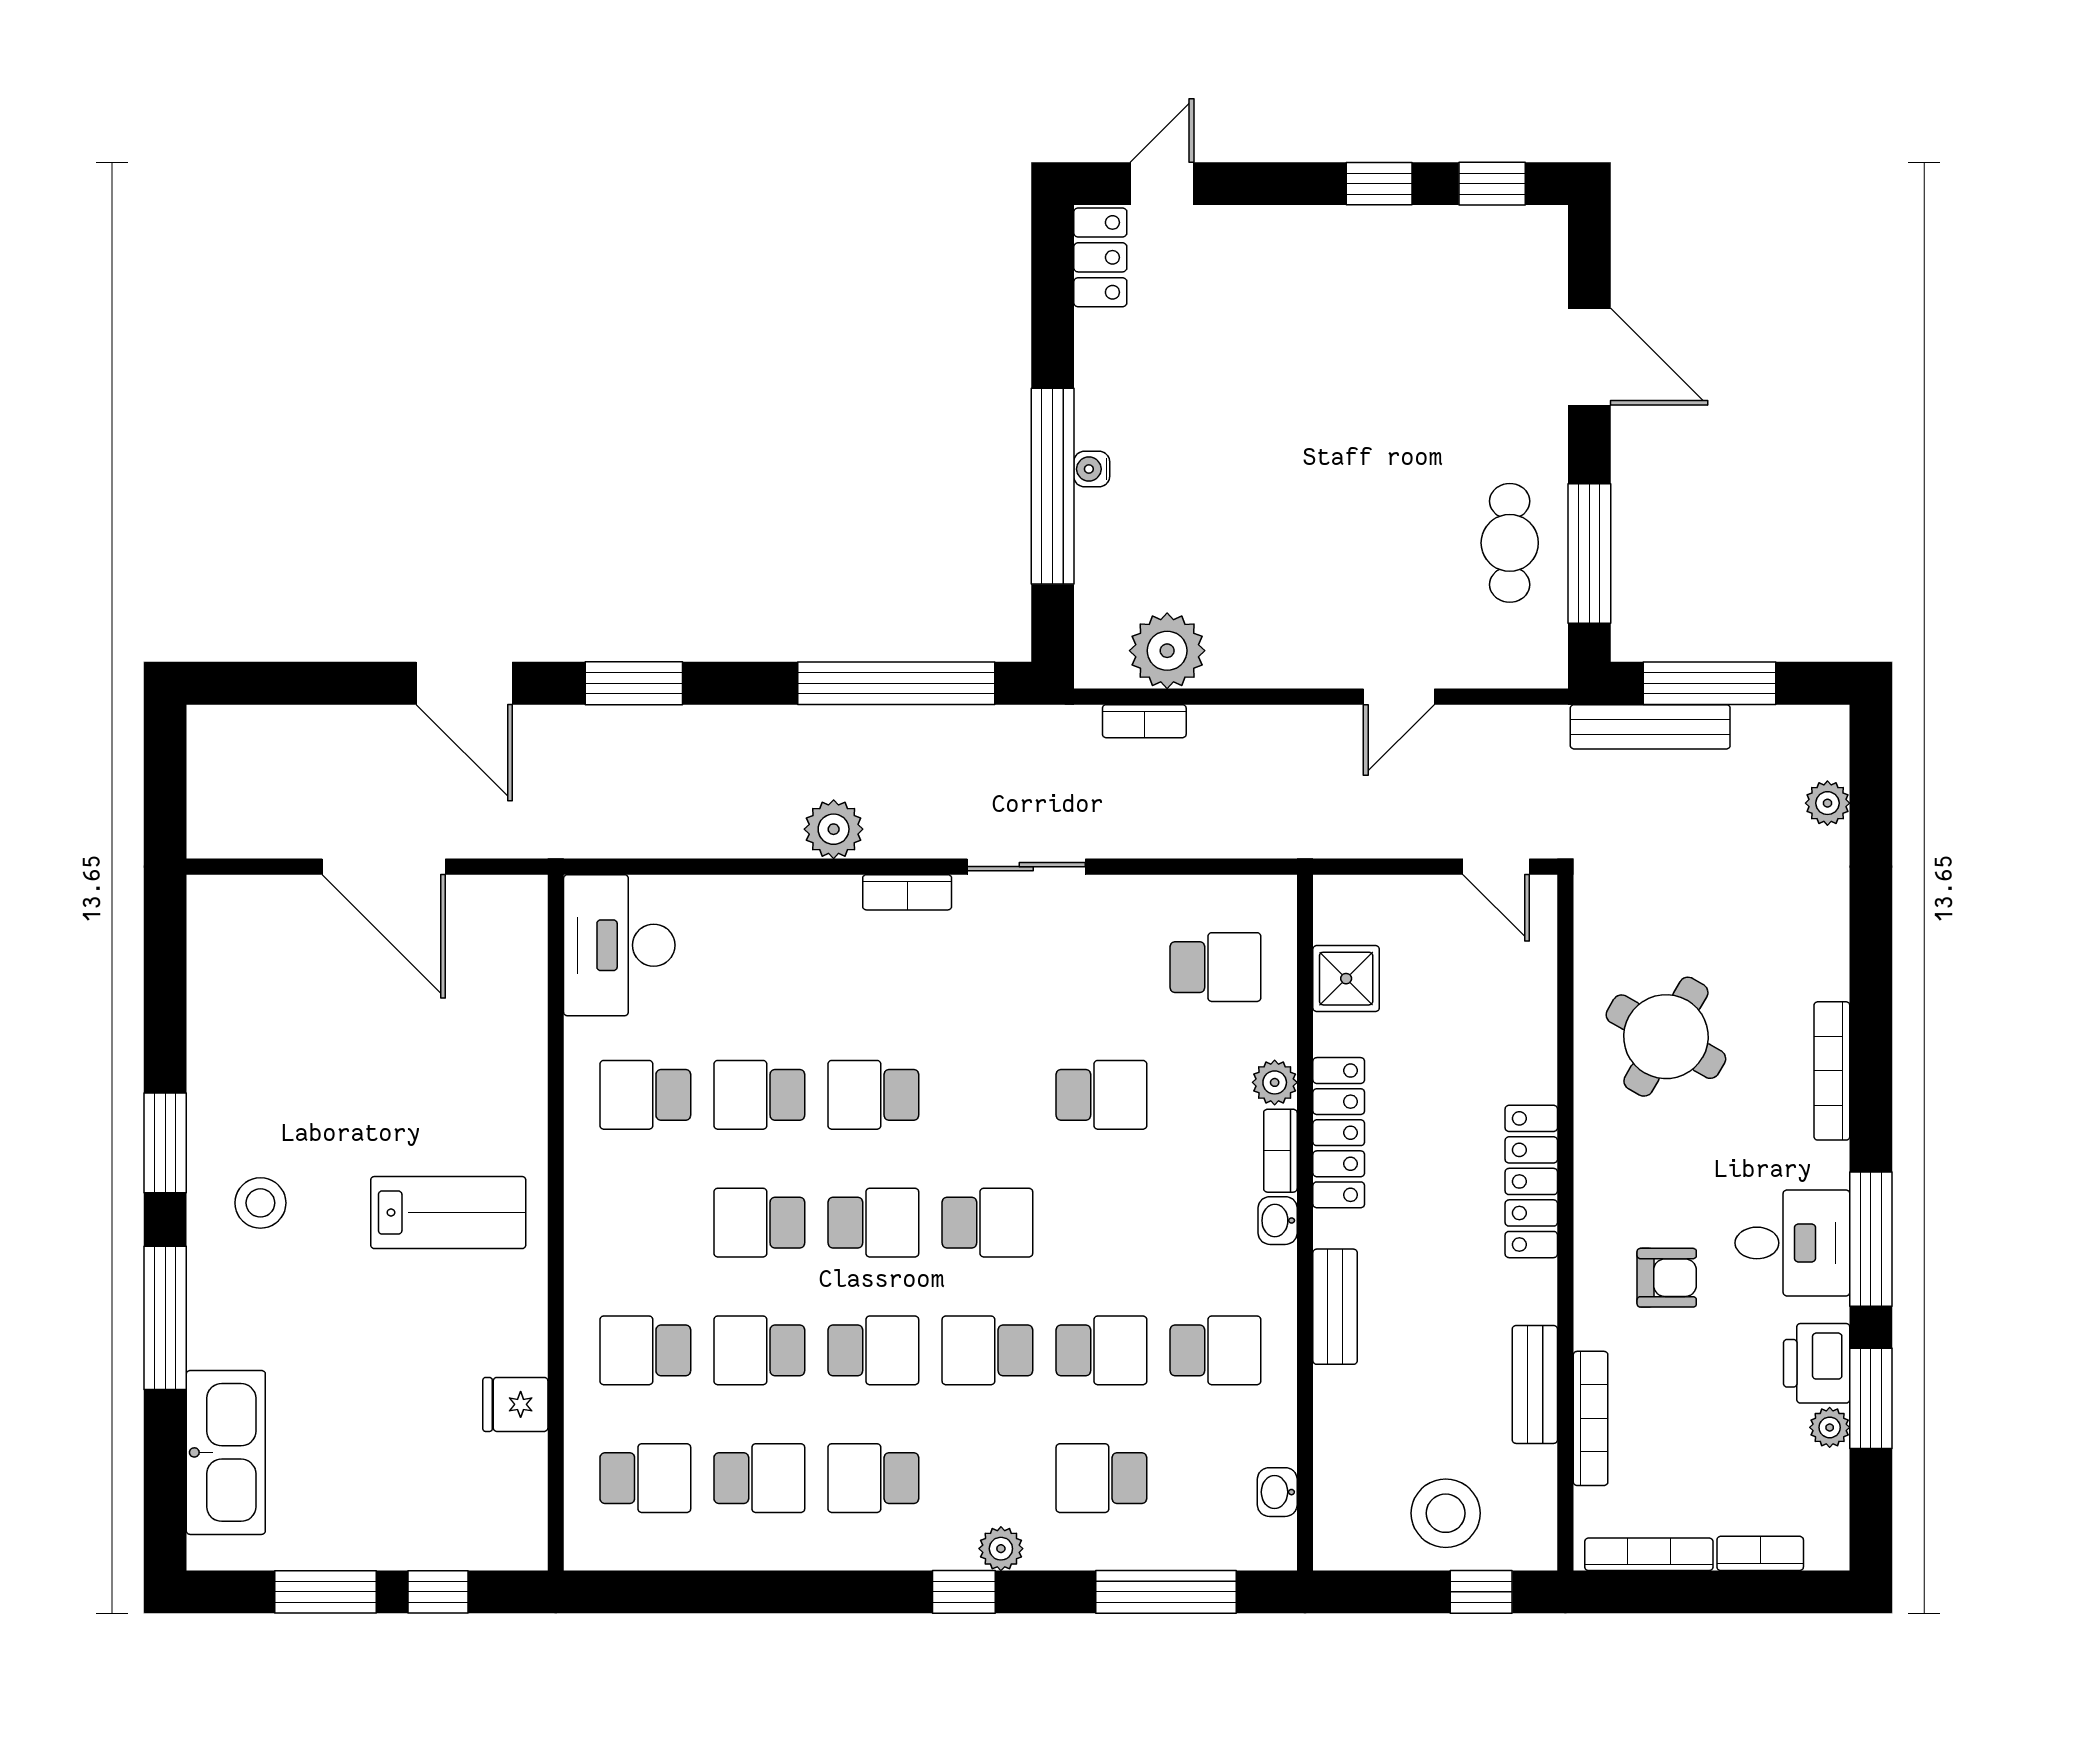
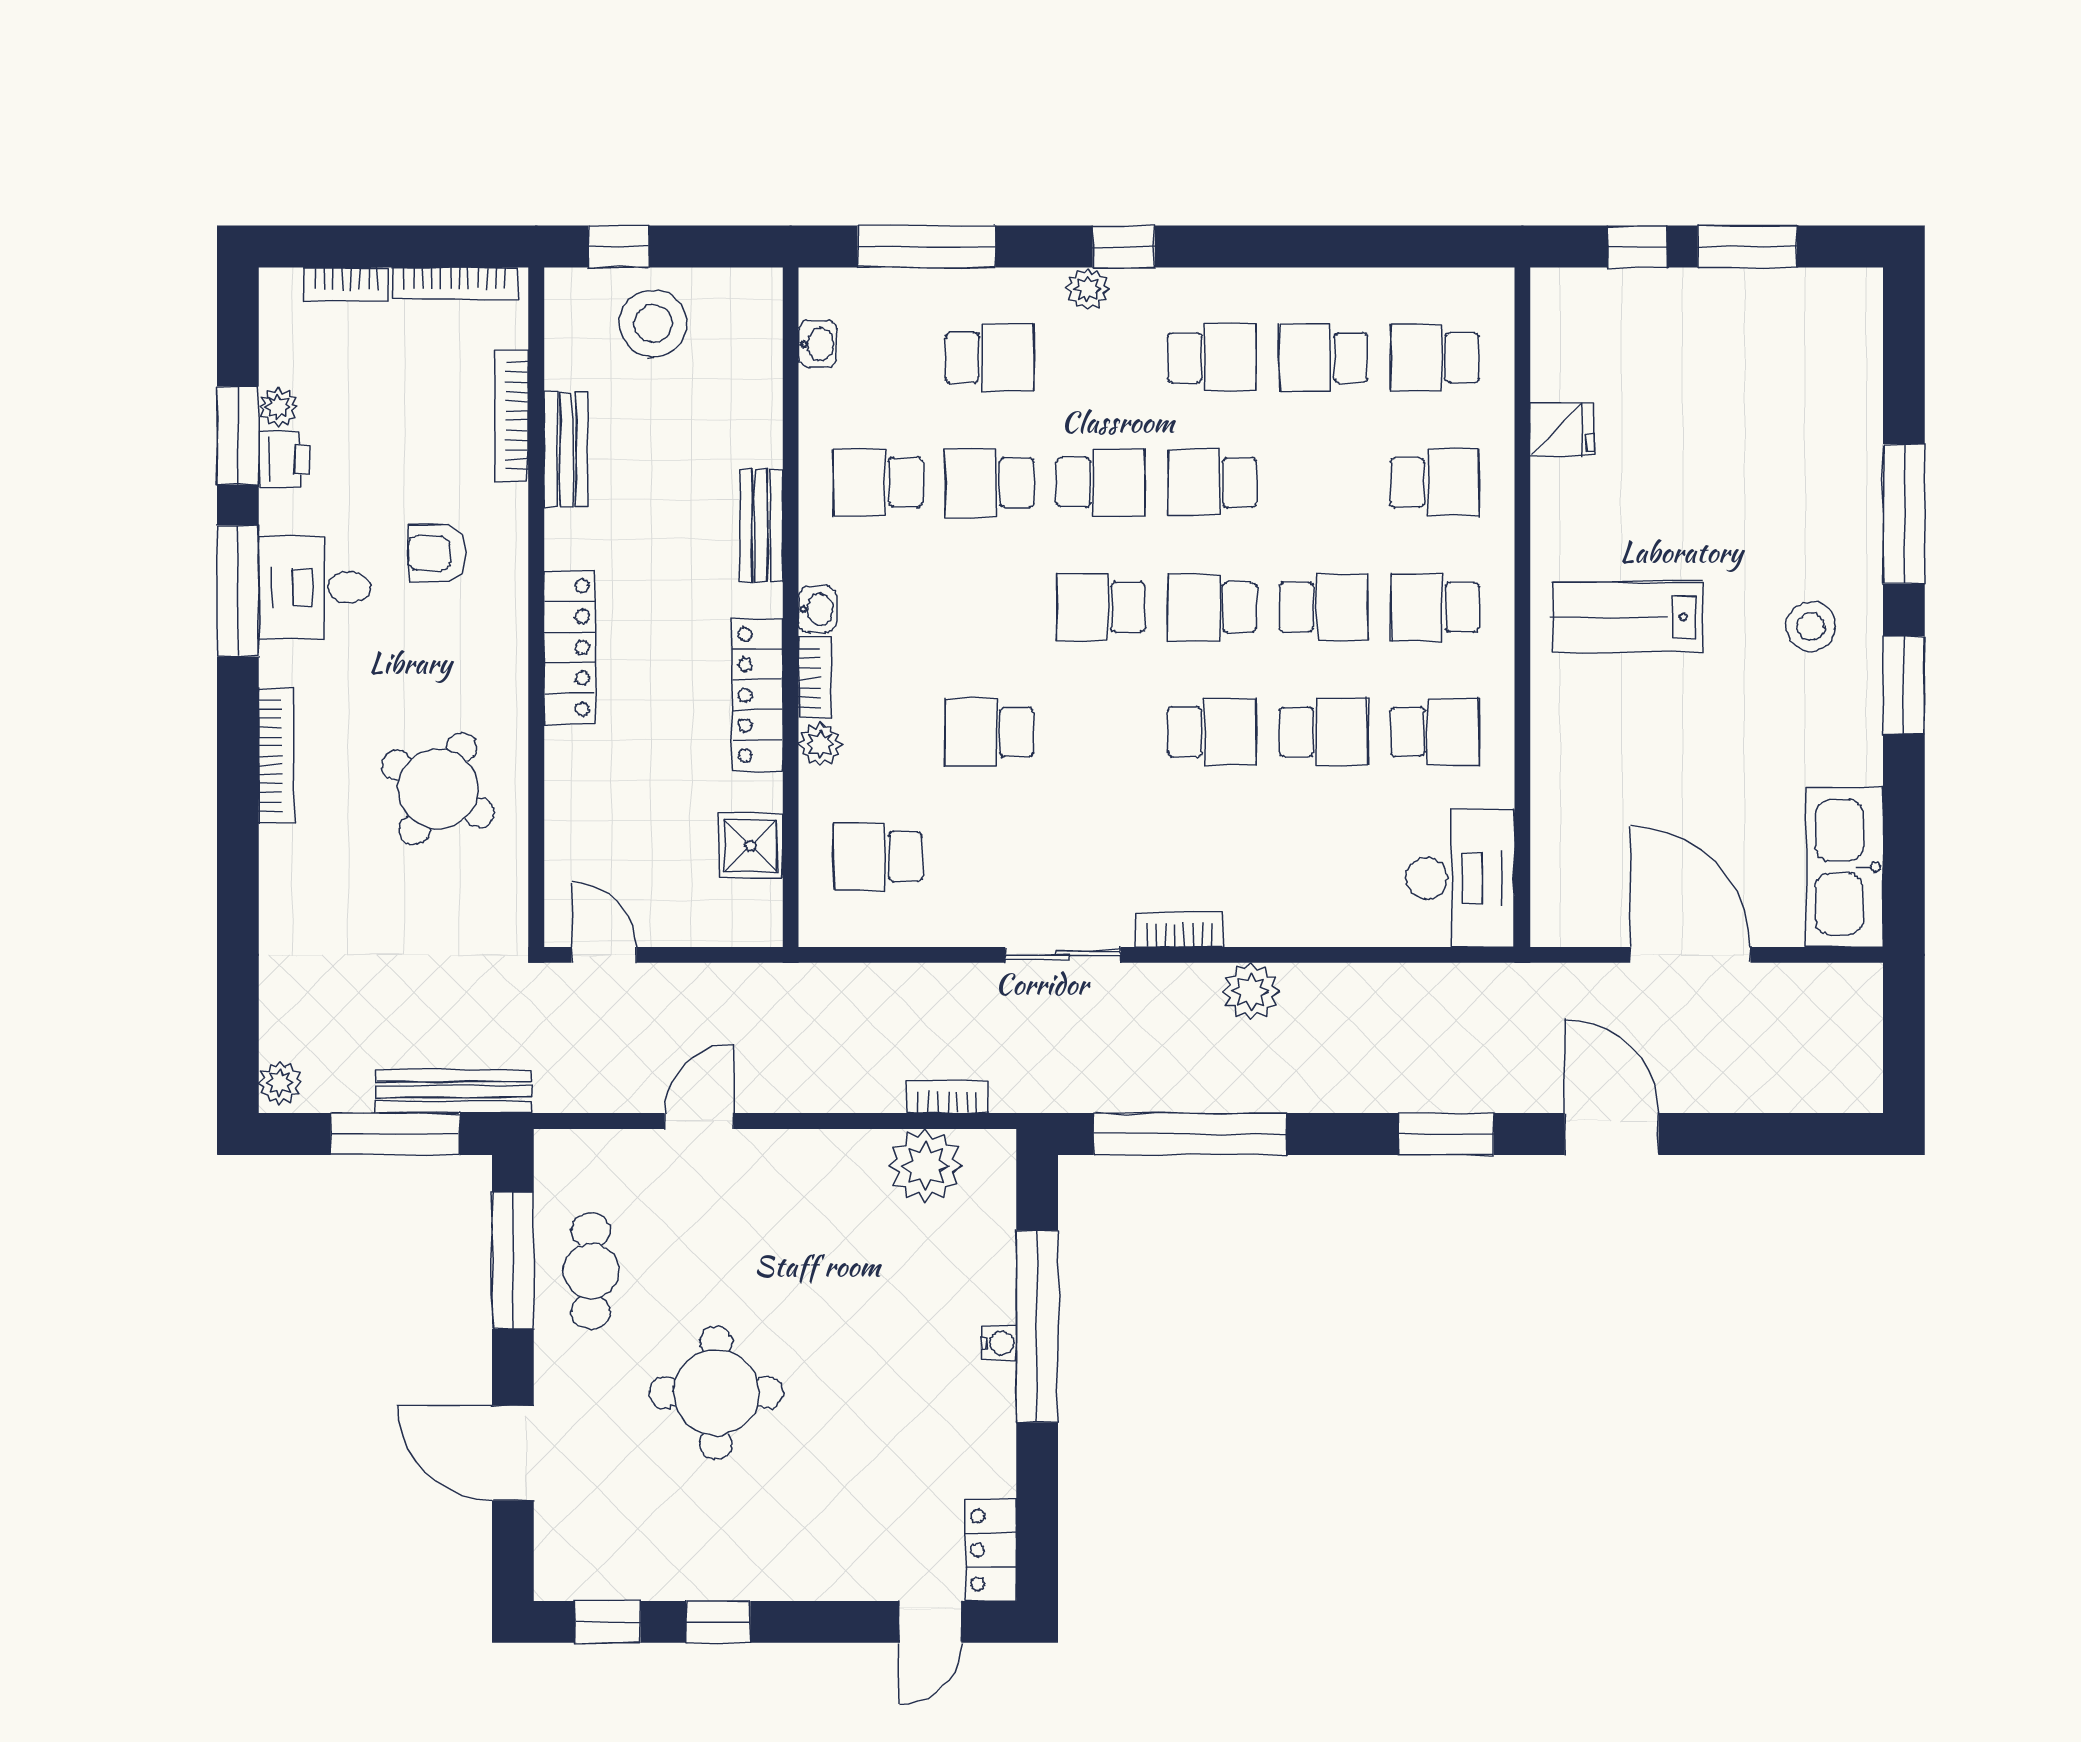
round table: (1381, 418) -> (716, 1393), added
plant: (1827, 803) -> (280, 1083), moved
school desk: (759, 1350) -> (1435, 607), moved, turned 180
printer: (1817, 1363) -> (285, 459), width x0.73, depth x0.81
kitchen sink: (226, 1452) -> (1845, 867), moved

